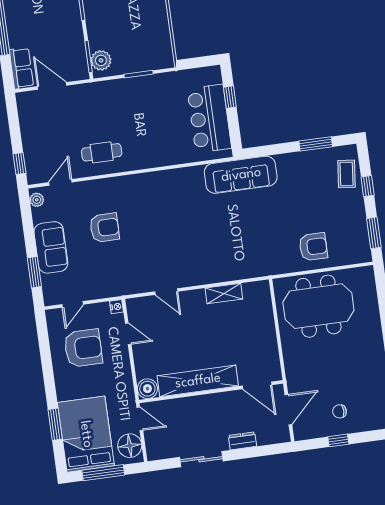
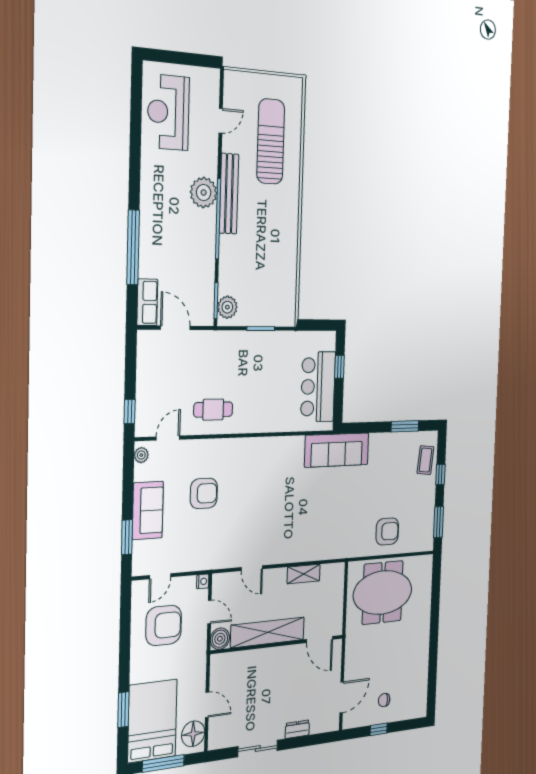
shelving: (198, 381) -> (268, 632), moved
door: (257, 385) -> (320, 639), moved
boiler: (147, 389) -> (220, 639), moved
wall: (211, 392) -> (278, 644), moved

